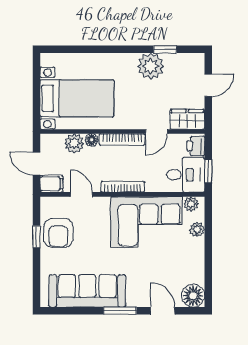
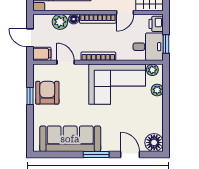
armchair: (58, 233) -> (47, 93), turned 180

